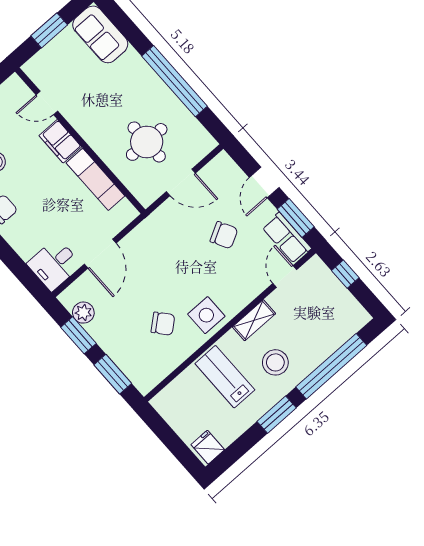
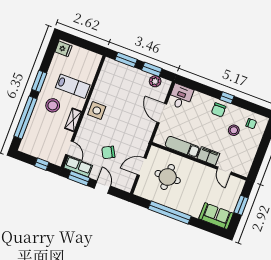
door: (47, 103) -> (224, 171), swing flipped
chair: (163, 324) -> (115, 96), removed

